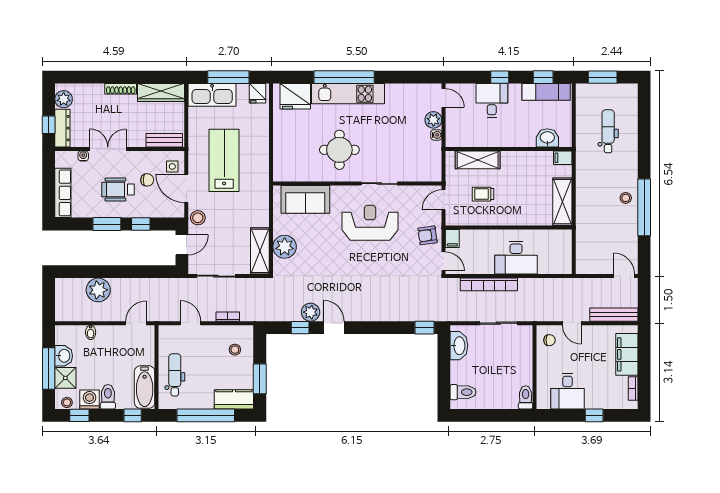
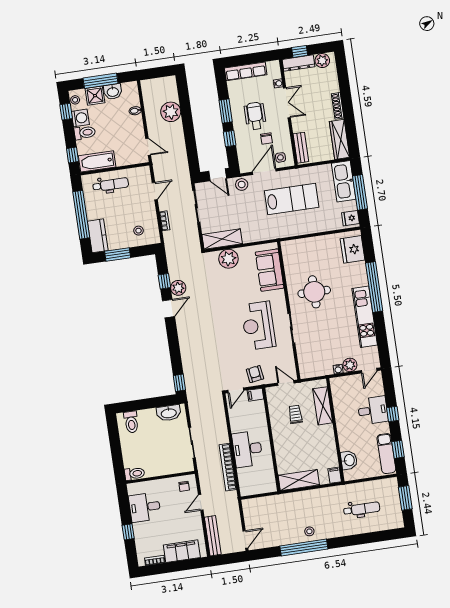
kitchen unit: (348, 94) -> (365, 317), moved
reception desk: (370, 223) -> (258, 326), turned 180
bookcase: (489, 284) -> (228, 467), moved

